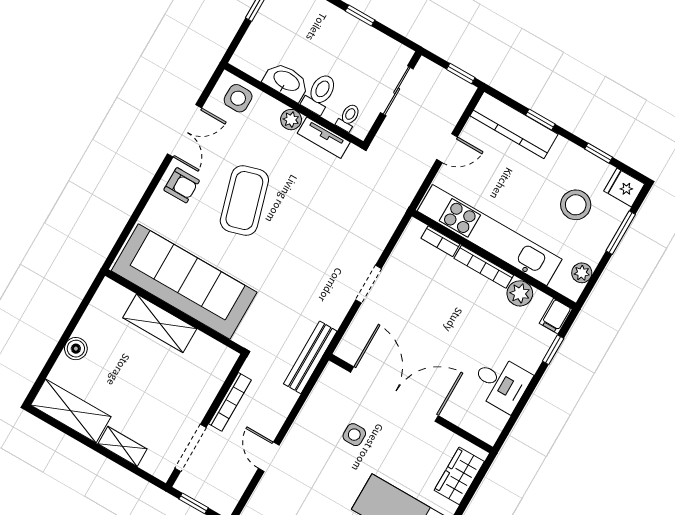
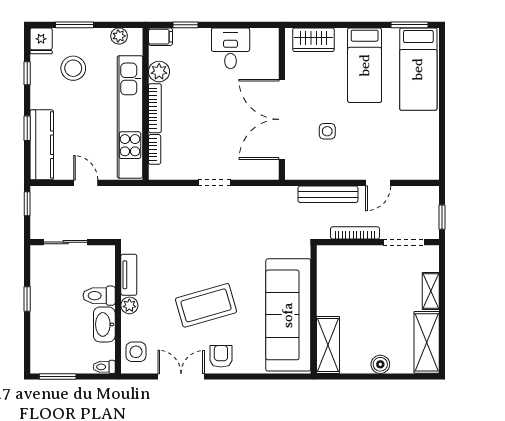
toilet: (348, 117) -> (104, 367), moved
shelving: (160, 323) -> (328, 345), moved
bench: (310, 357) -> (328, 194), moved

